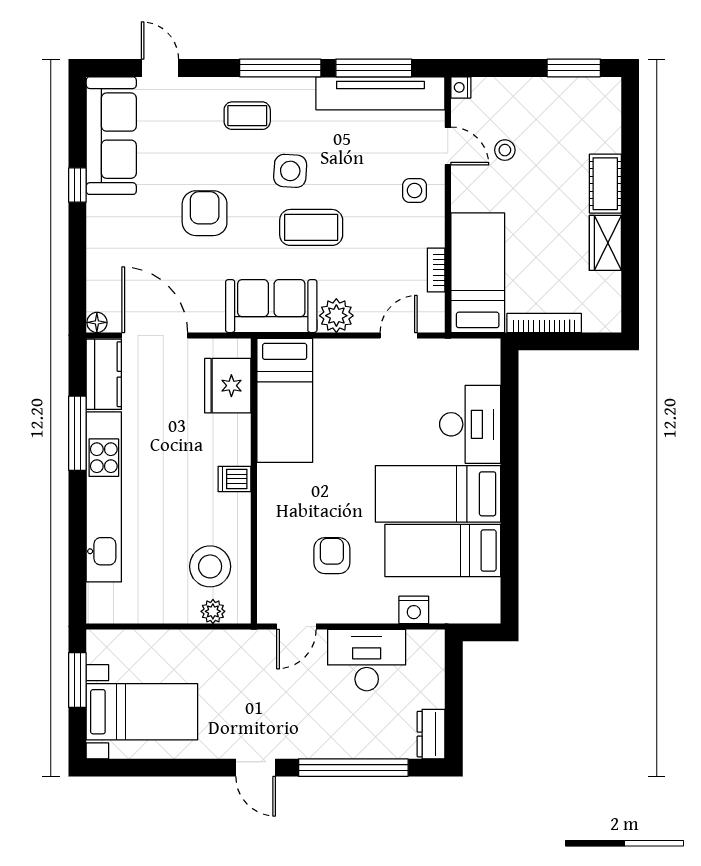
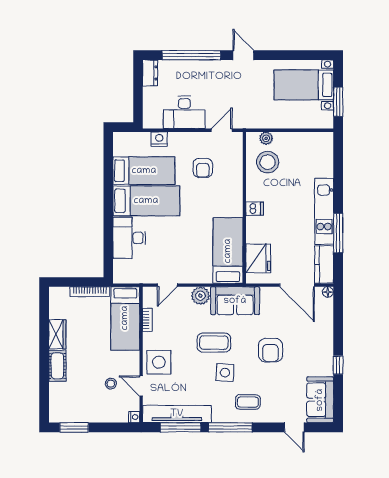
sofa: (111, 136) -> (320, 400), width x0.73
side table: (414, 191) -> (159, 362), width x1.87, depth x1.87
kitchen unit: (104, 497) -> (324, 211), width x0.73

